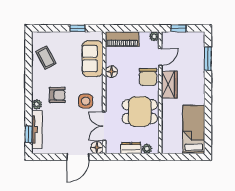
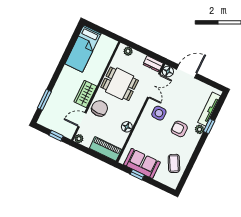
sofa: (92, 59) -> (142, 163), moved, turned -90
window: (29, 134) -> (209, 126), moved
dresser: (131, 148) -> (153, 64), moved

